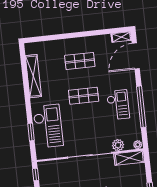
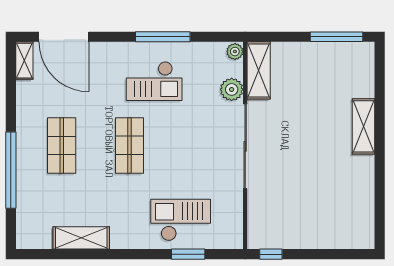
window: (64, 36) -> (11, 170), added
shelving: (33, 76) -> (81, 238), width x0.68
checkout: (118, 105) -> (154, 81), turned 180
window: (141, 107) -> (163, 37), width x0.68
checkout: (48, 126) -> (181, 220), width x0.73, depth x0.83

